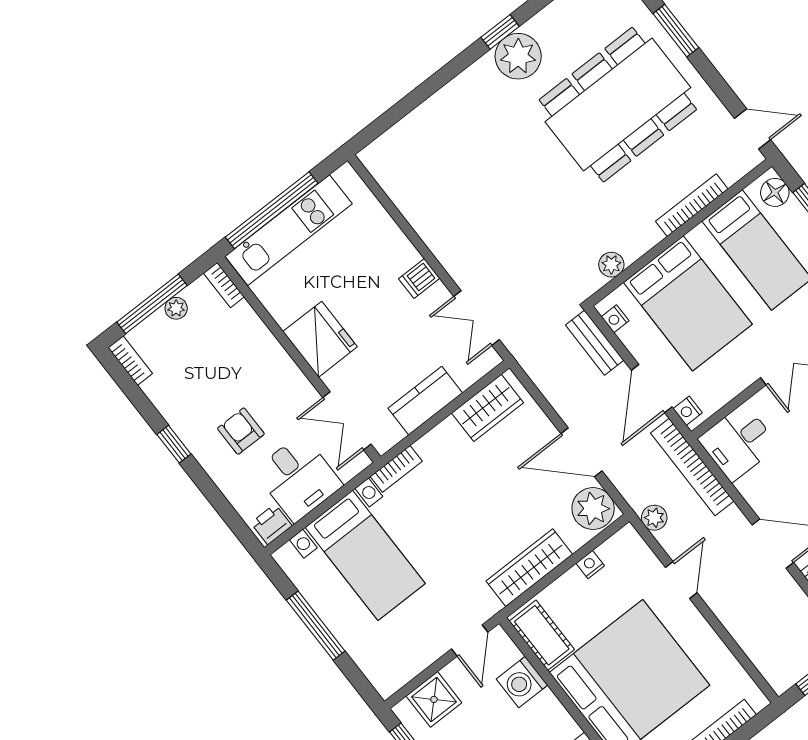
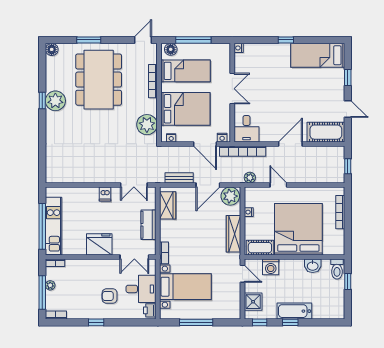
plant: (611, 265) -> (147, 125), width x1.88, depth x1.88
bench: (595, 343) -> (179, 178), moved

